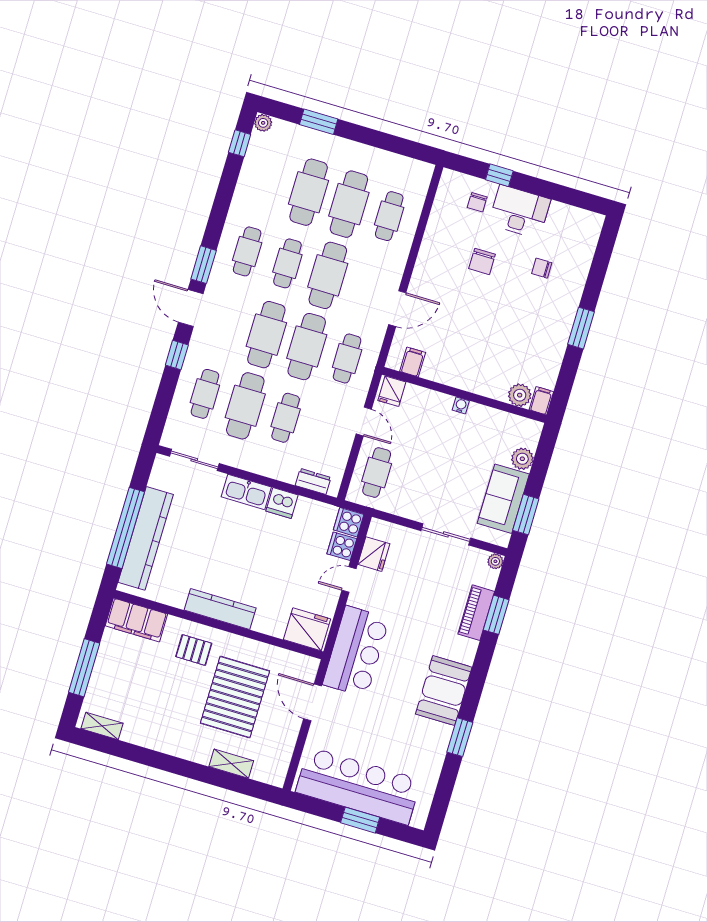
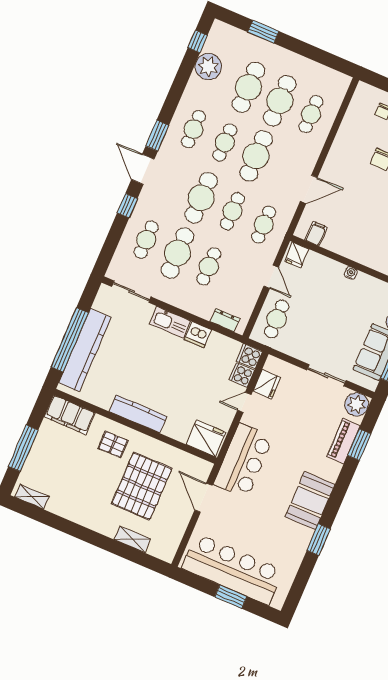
plant: (263, 123) -> (208, 67), moved, width x1.87, depth x1.87
cafe table: (307, 347) -> (232, 211), width x0.73, depth x0.74
plant: (495, 561) -> (357, 404), width x1.88, depth x1.88

